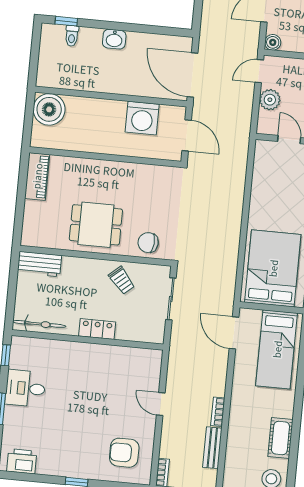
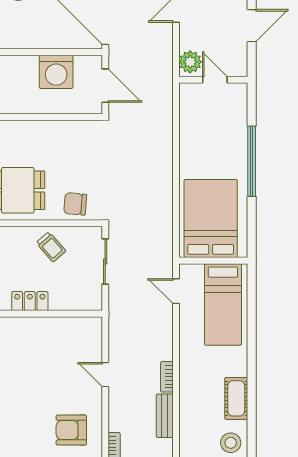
plant: (270, 100) -> (190, 62), moved
door: (234, 333) -> (176, 291), width x0.73

